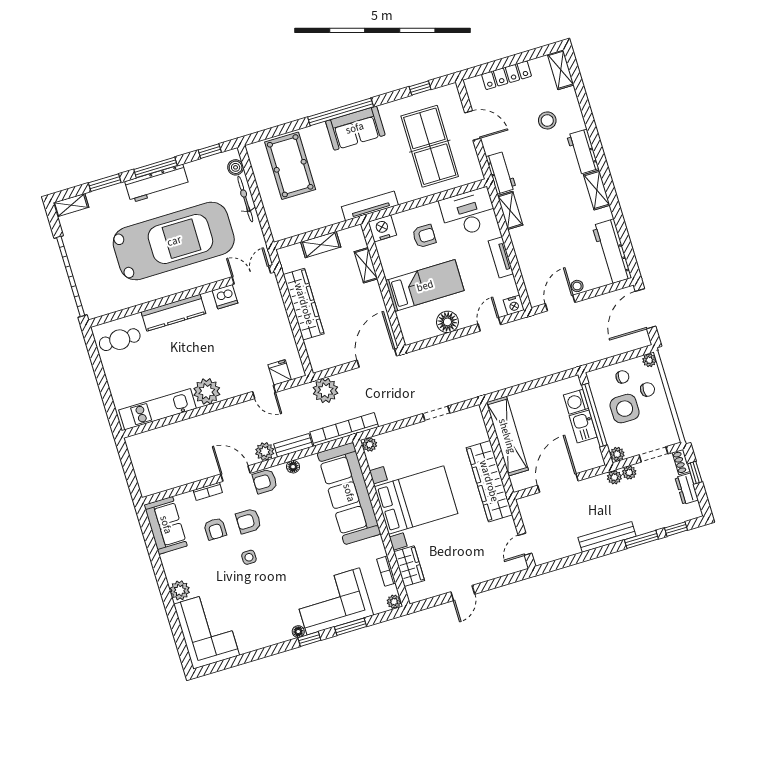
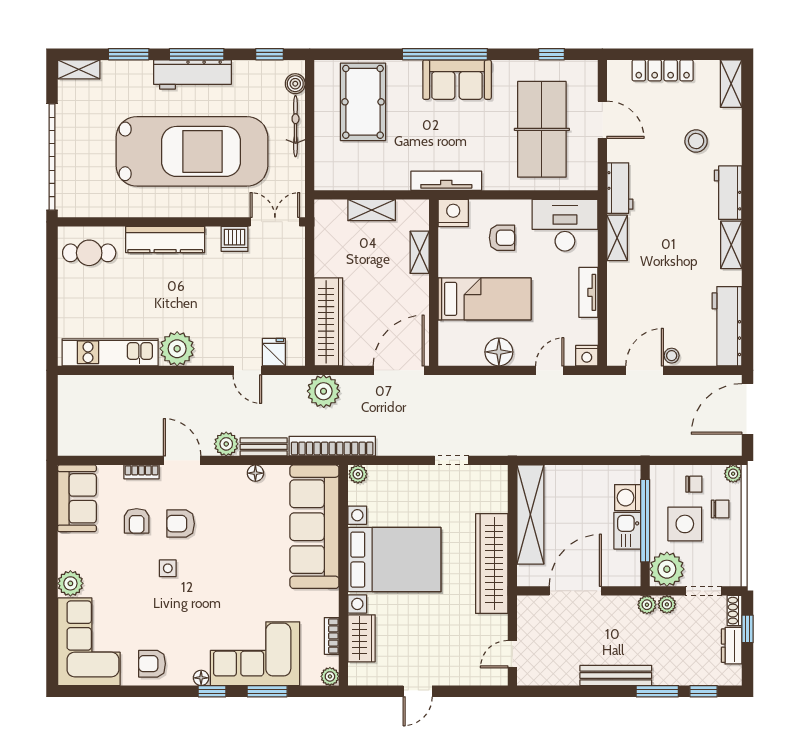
wardrobe: (304, 304) -> (328, 322), moved
plant: (617, 454) -> (667, 569), width x1.88, depth x1.88
armchair: (265, 481) -> (152, 664), moved

